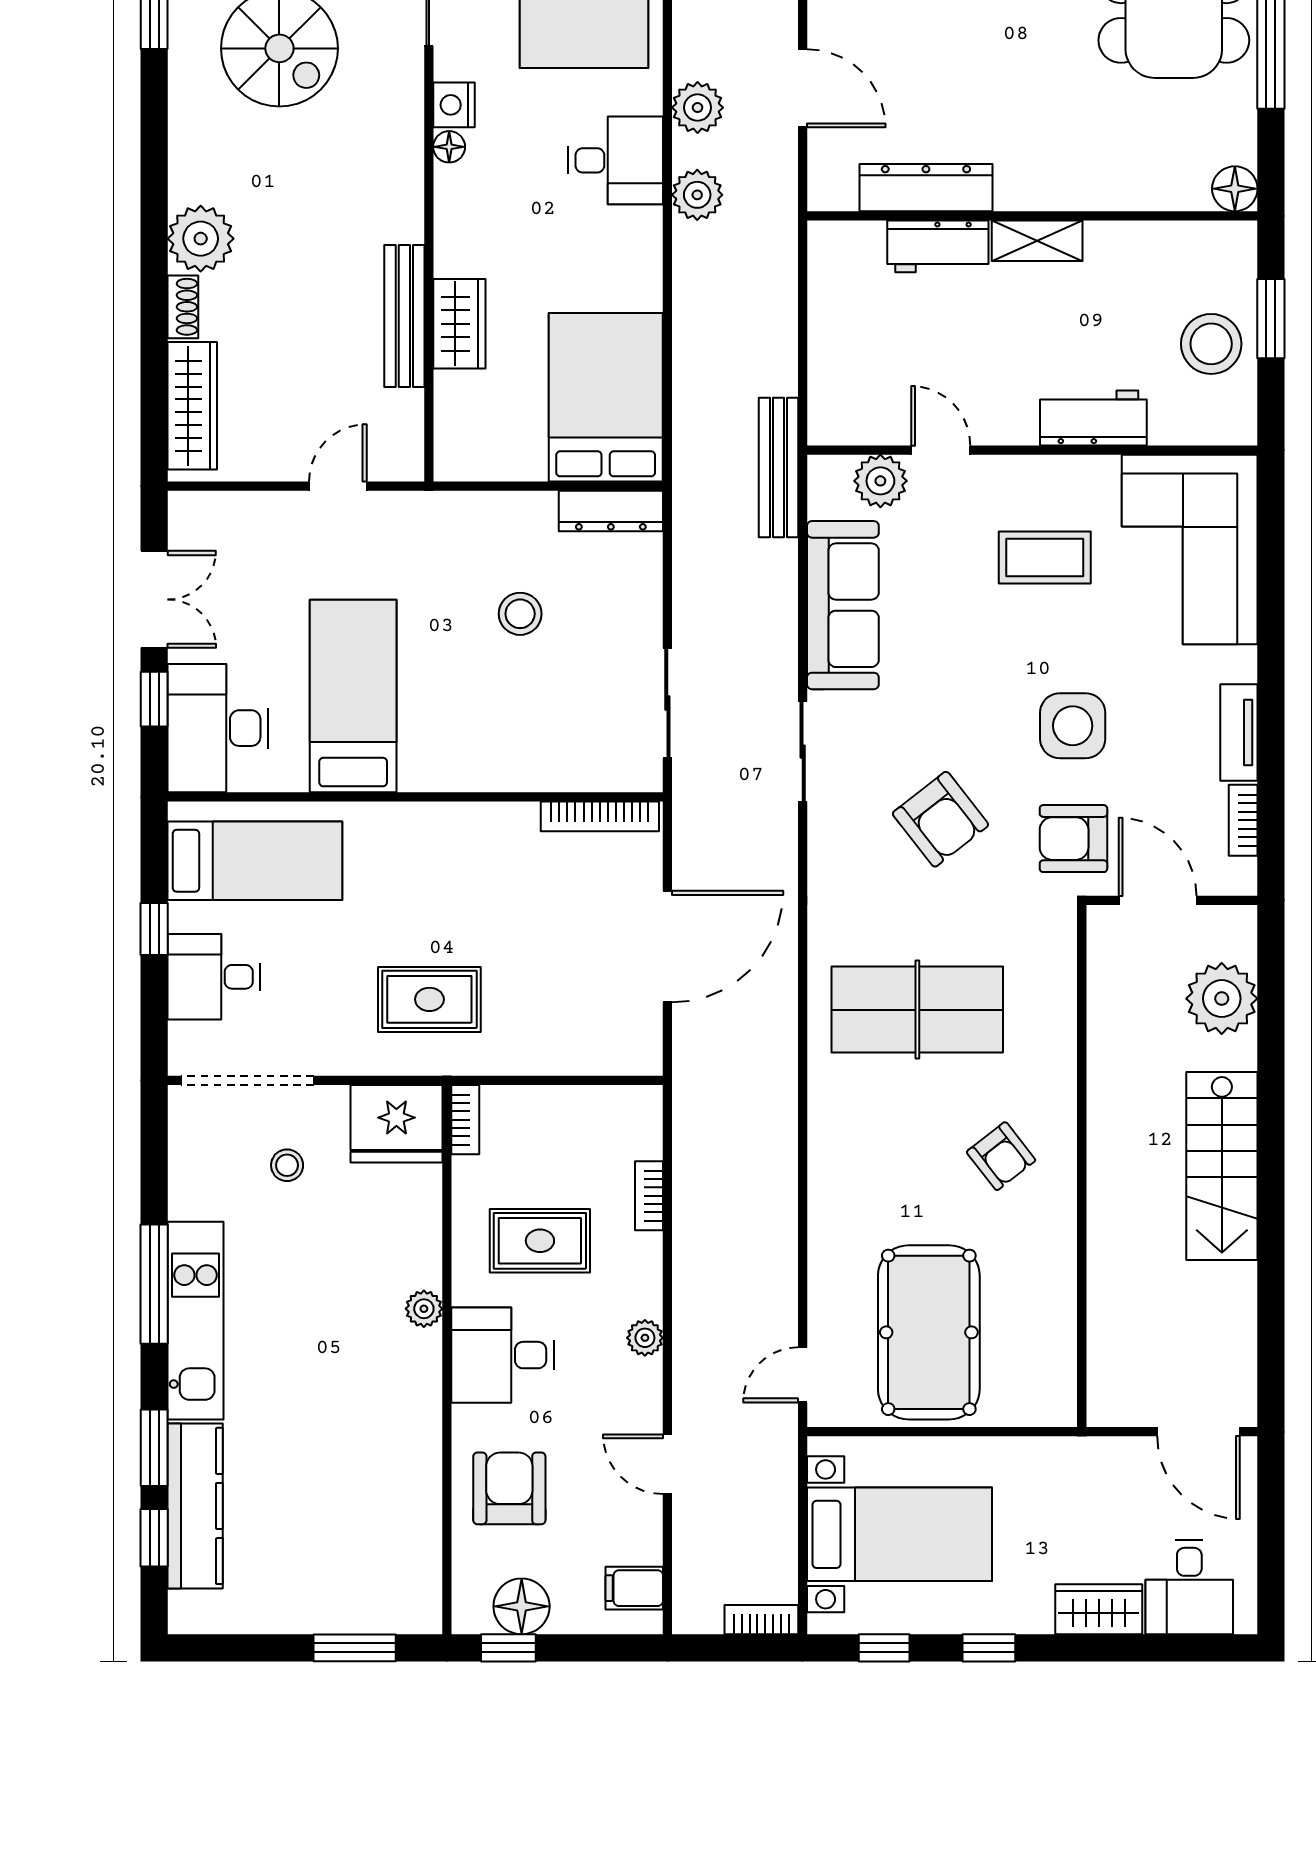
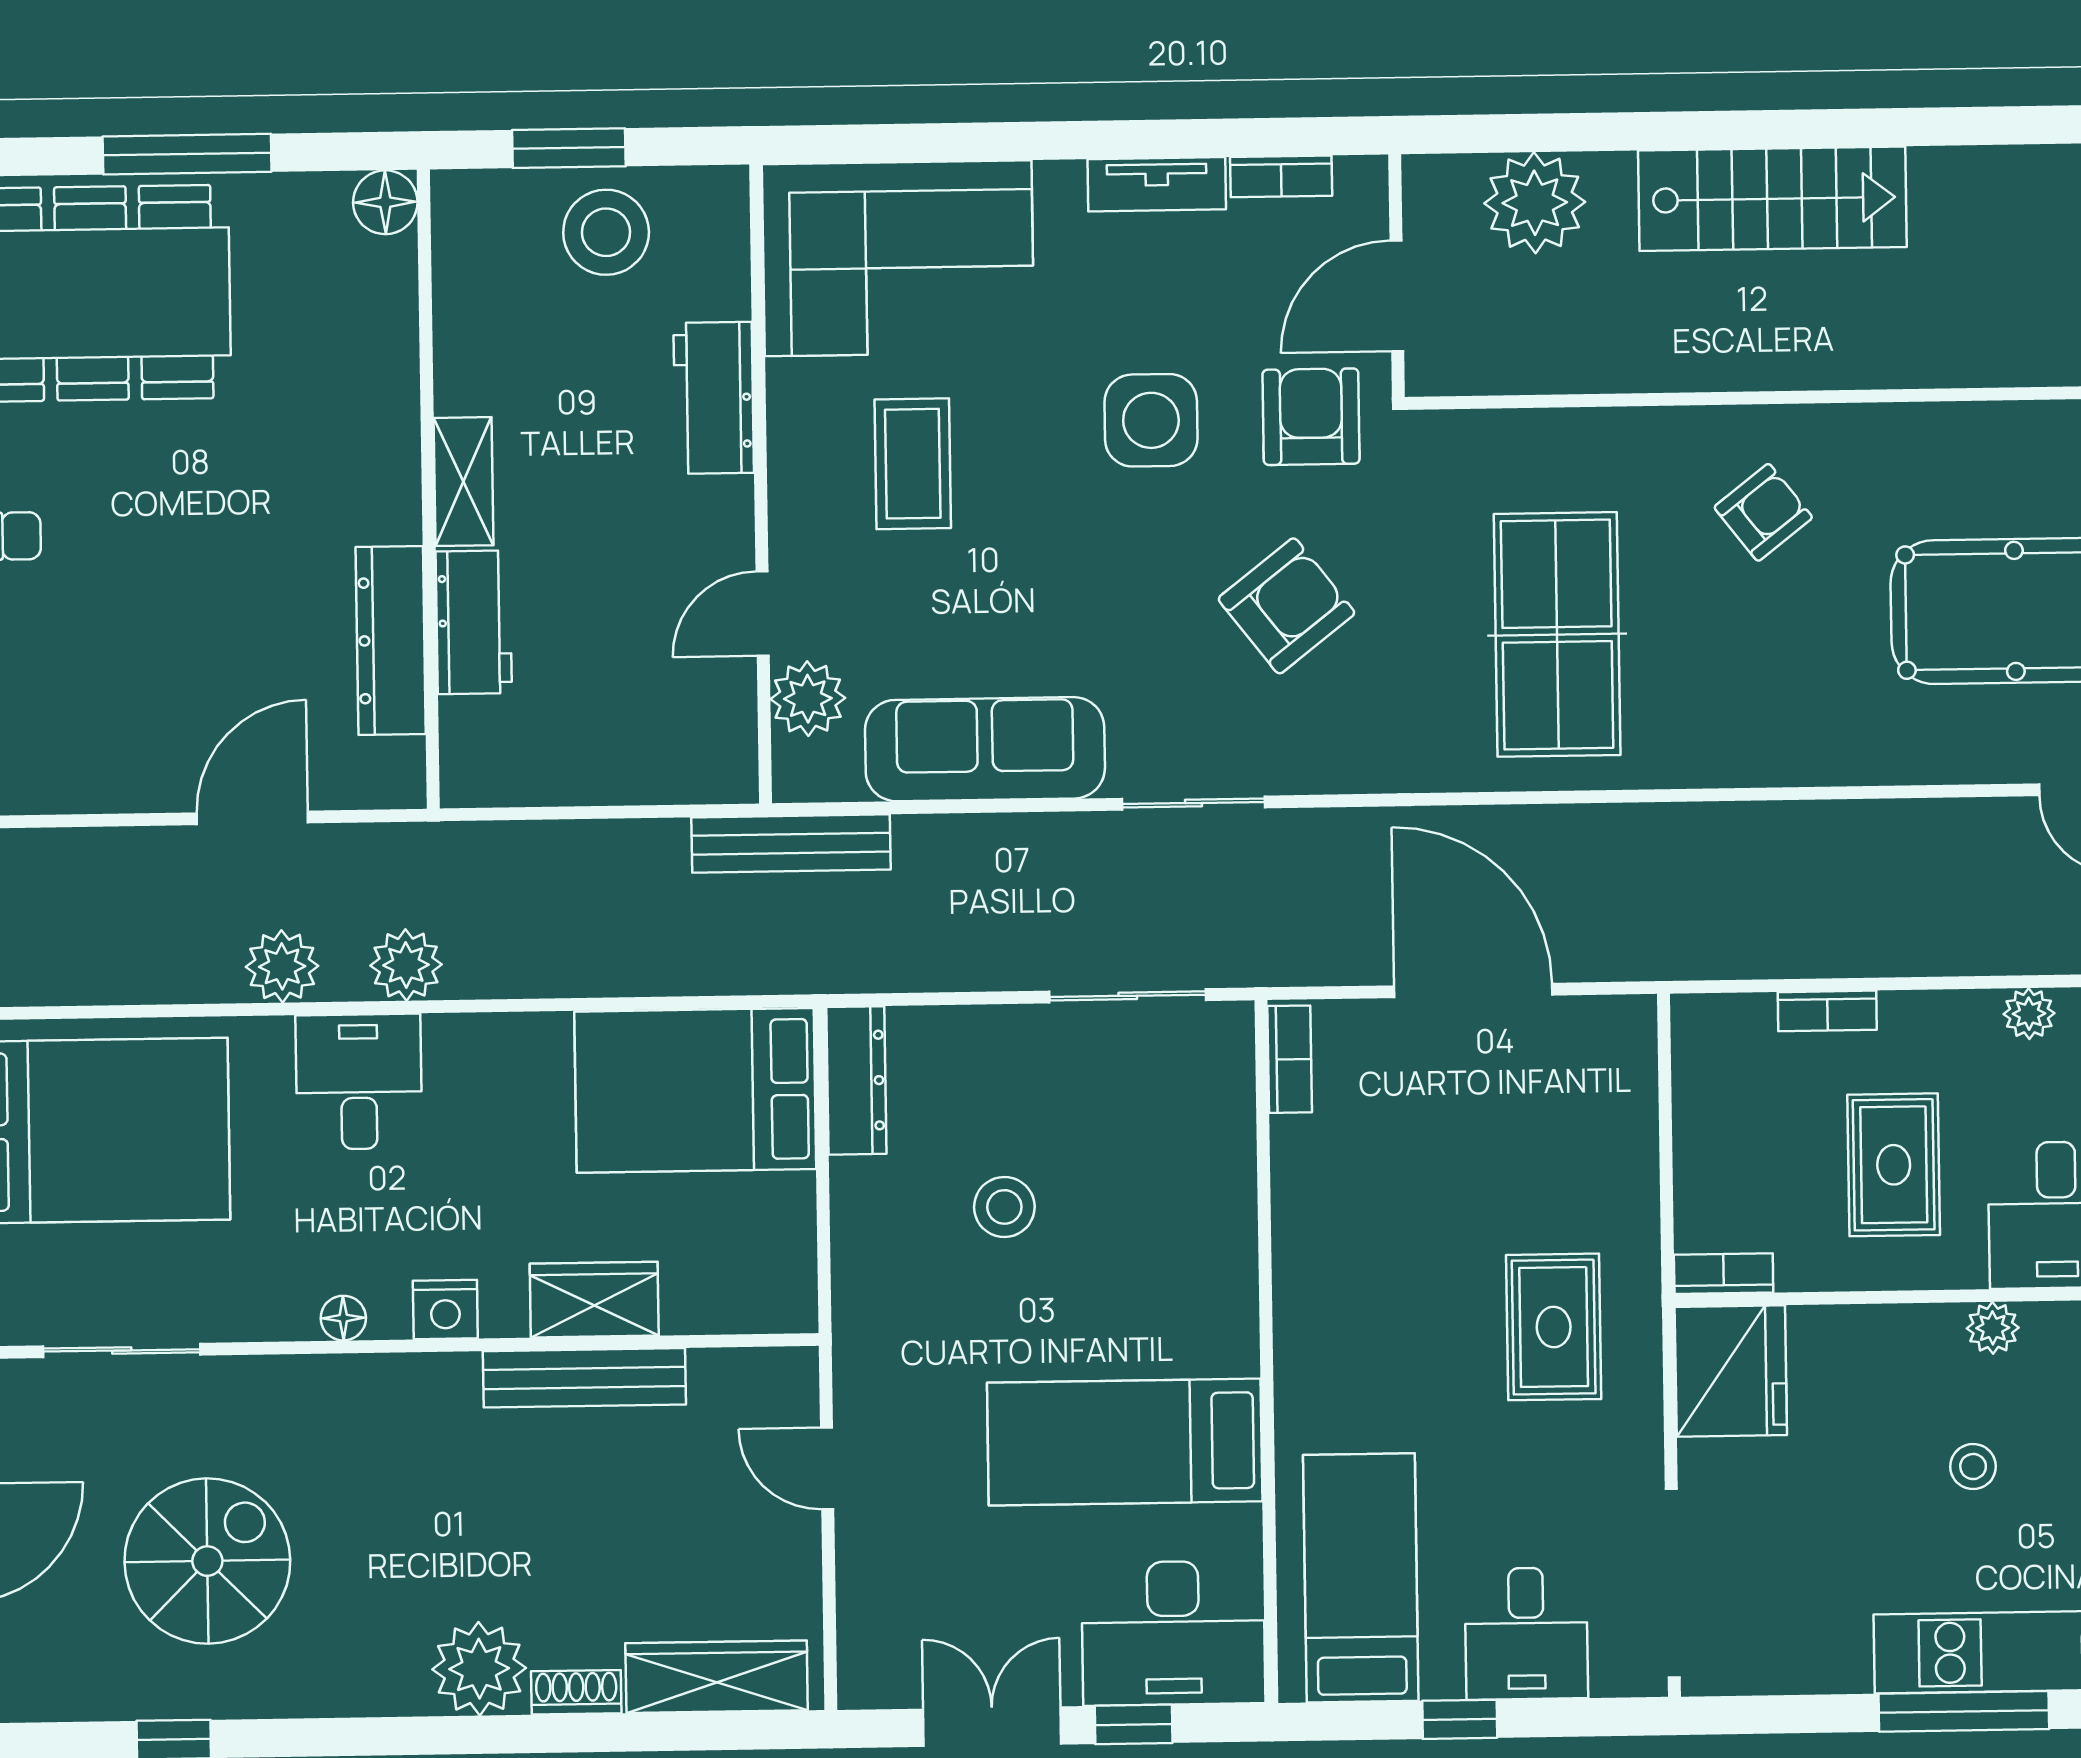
nightstand: (454, 105) -> (445, 1310), moved
bookcase: (600, 816) -> (1290, 1059), width x0.64
armchair: (1073, 839) -> (1311, 417), turned 180
stool: (287, 1165) -> (1973, 1467), moved

